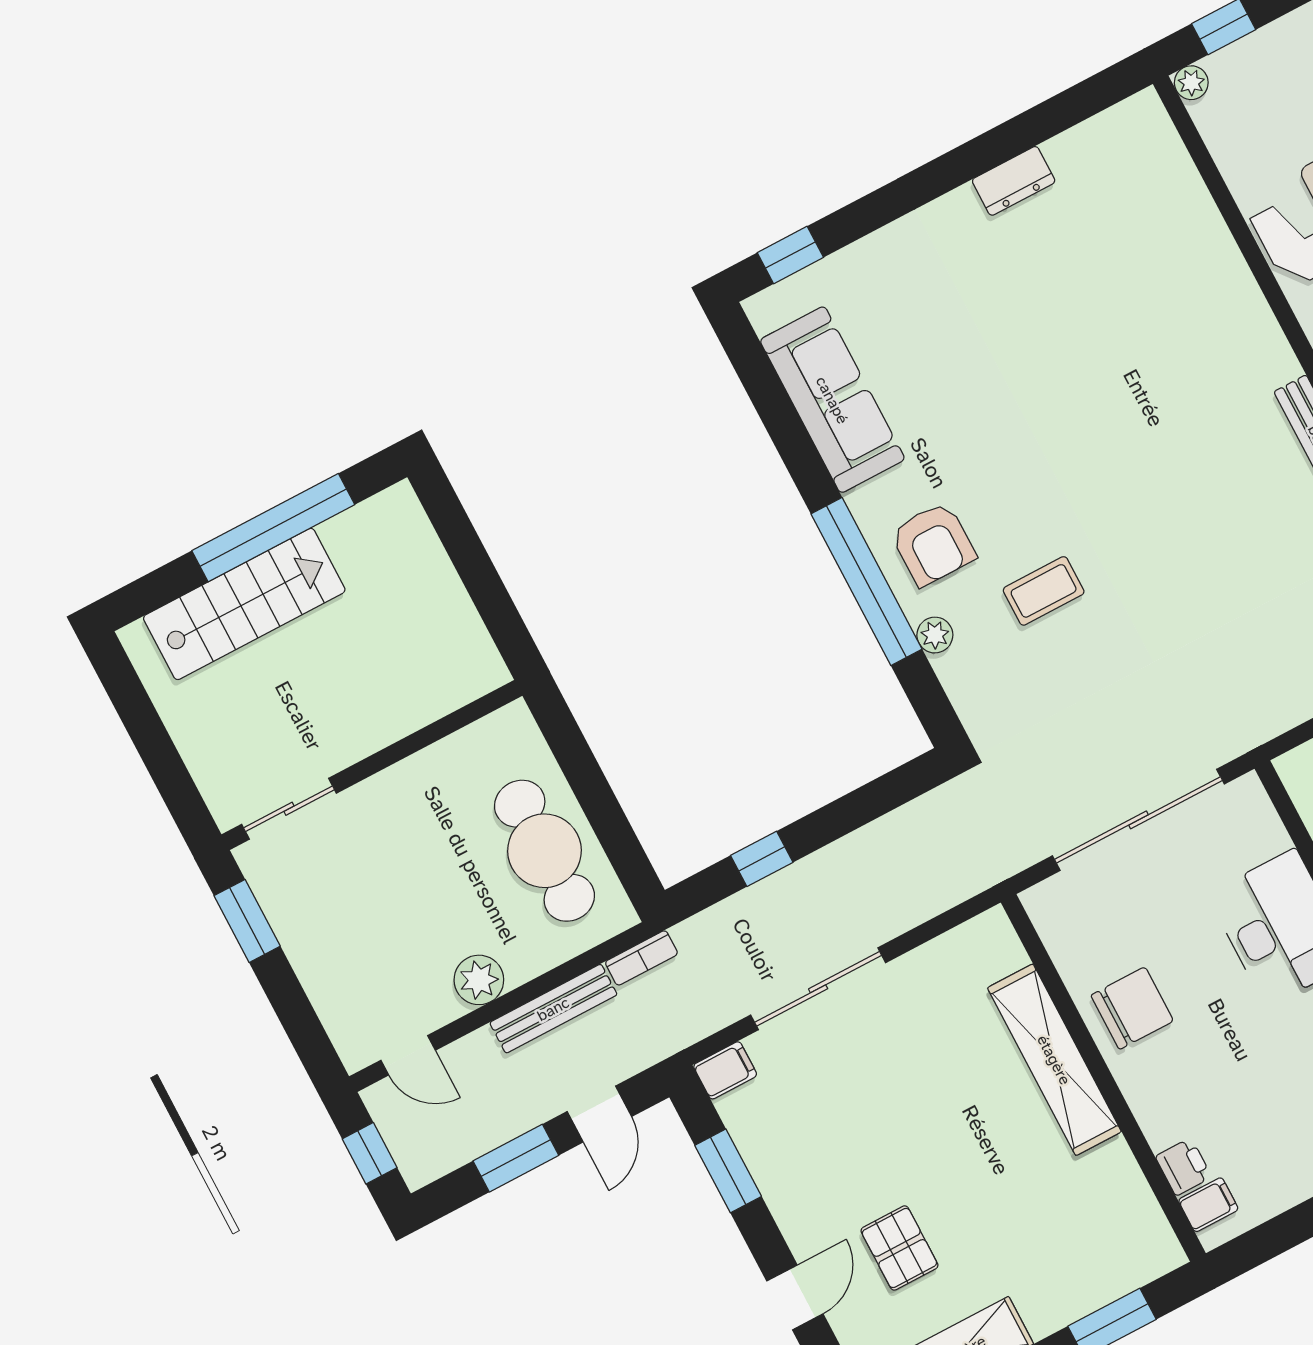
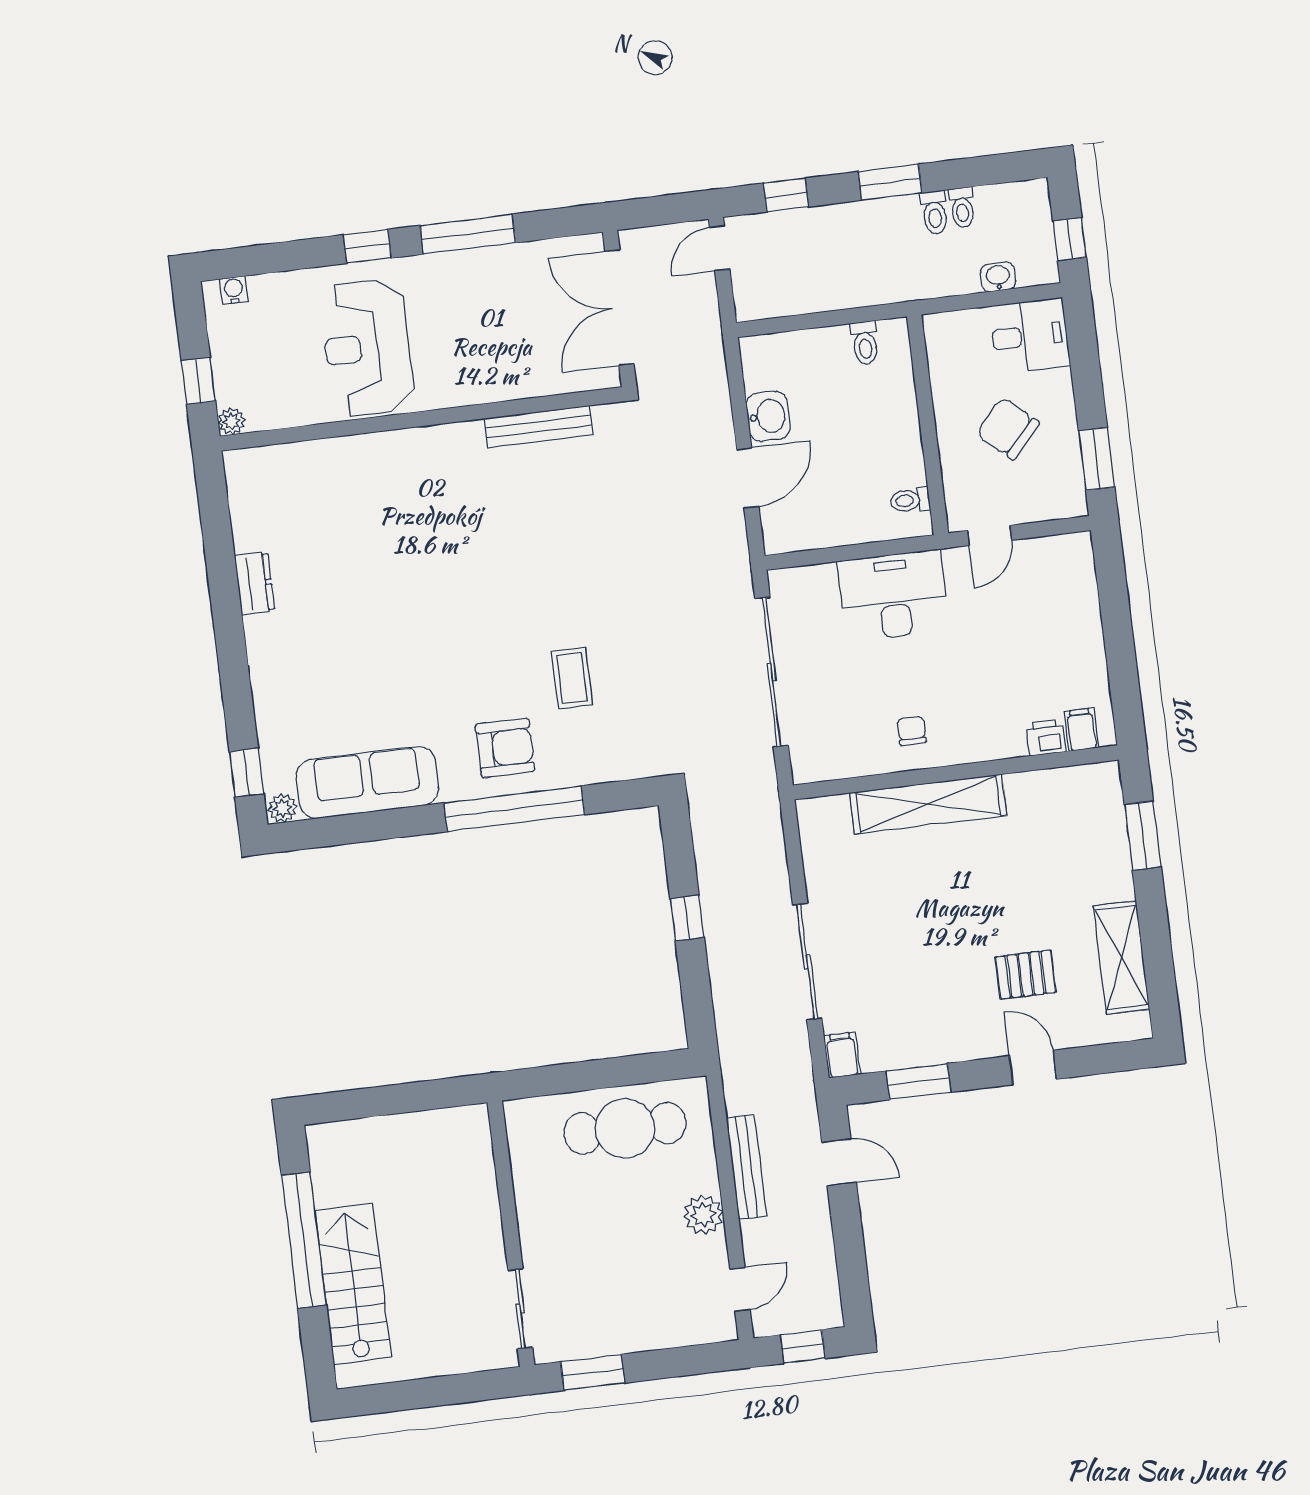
plant: (935, 635) -> (283, 808), moved
window: (762, 859) -> (687, 918), moved
bookcase: (641, 958) -> (733, 1086), removed
chair: (1132, 1008) -> (912, 731), width x0.54, depth x0.54
window: (516, 1158) -> (848, 1238), removed

